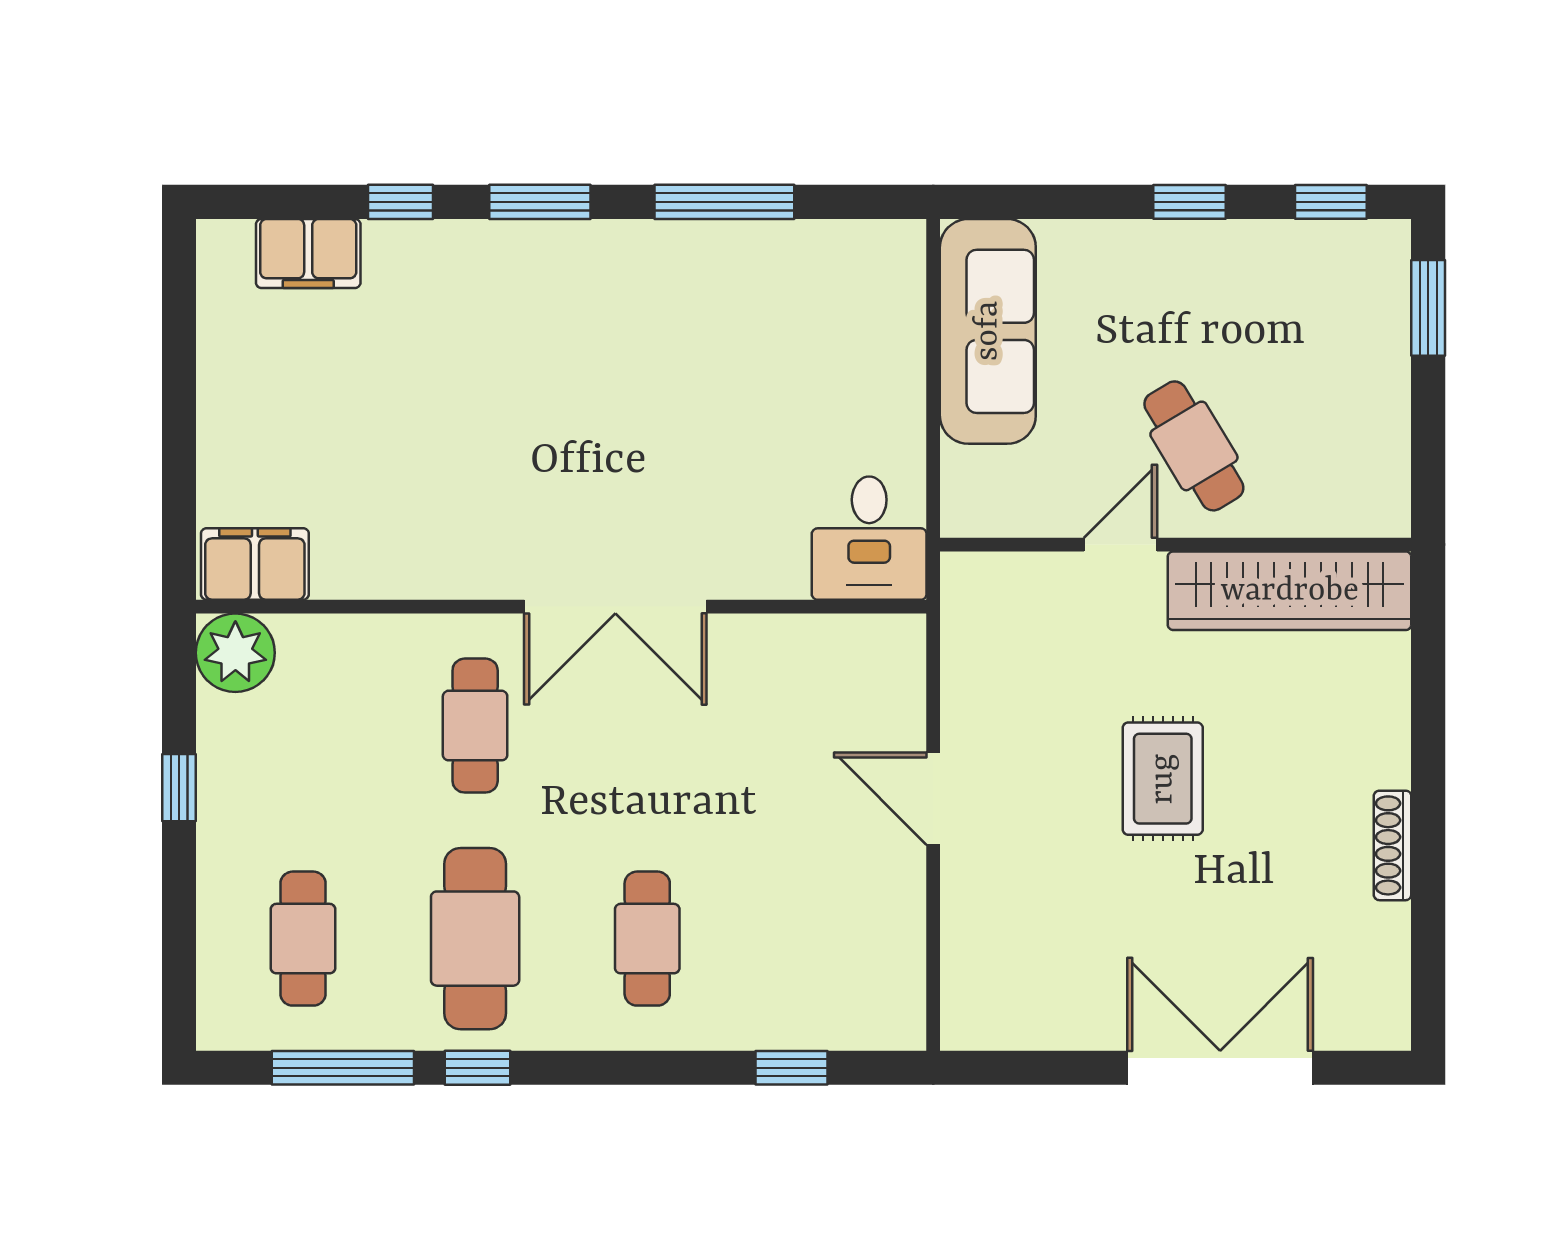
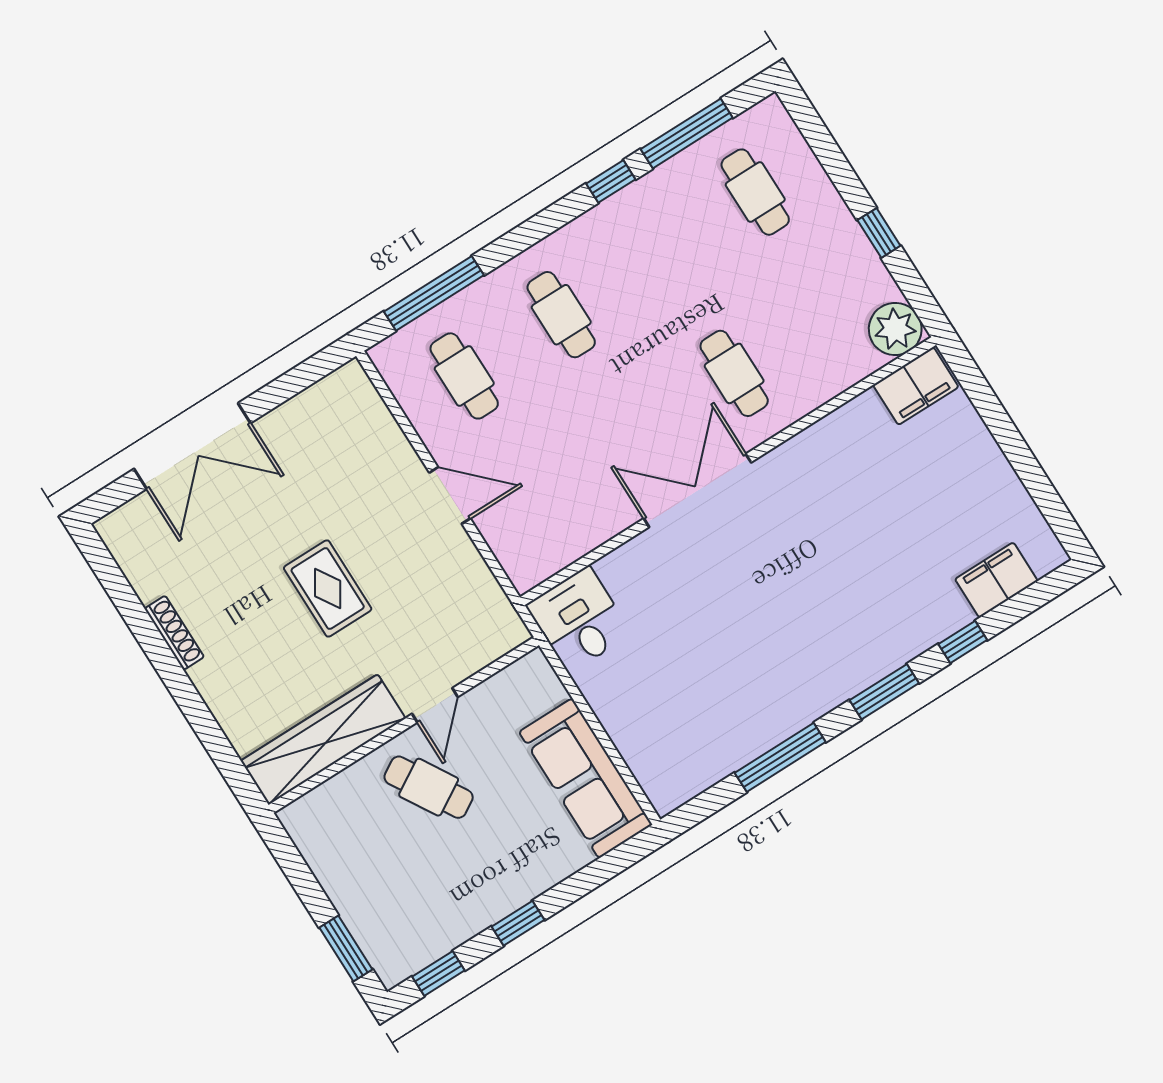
cafe table: (475, 939) -> (464, 376), moved, width x0.73, depth x0.74
window: (791, 1068) -> (434, 293), width x2.17

